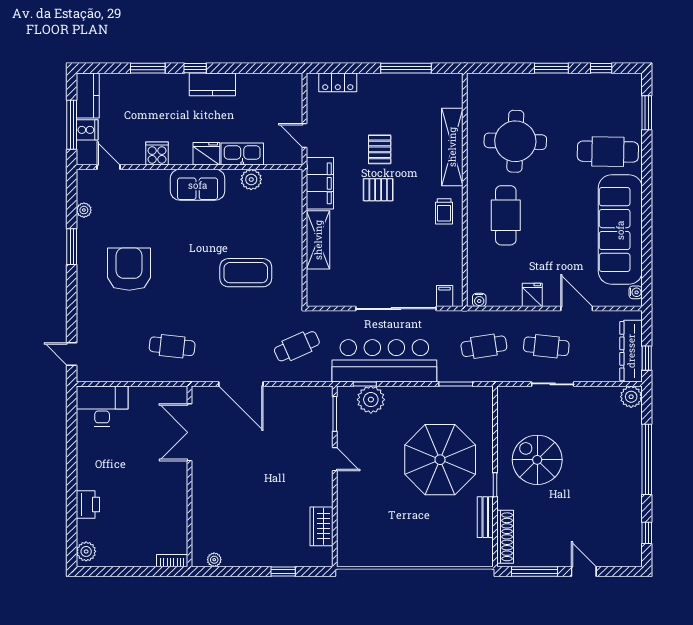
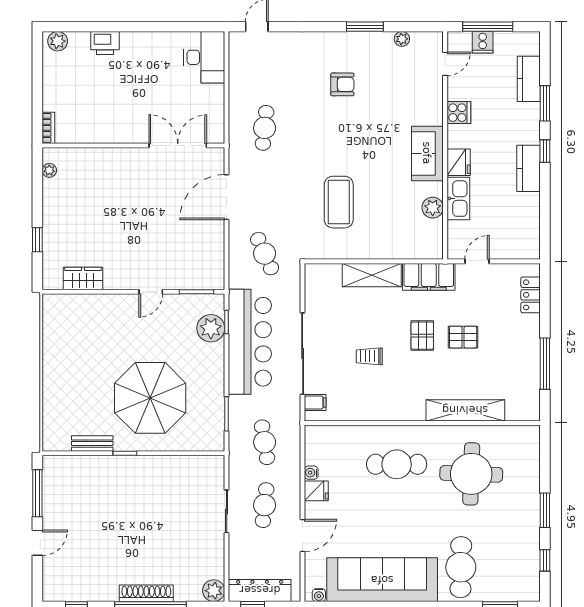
kitchen counter: (88, 96) -> (529, 79), moved, turned 90
trolley: (444, 211) -> (369, 356), moved
armchair: (129, 269) -> (342, 84), width x0.53, depth x0.53
water cooler: (479, 300) -> (311, 473), moved
spiral stairs: (537, 460) -> (150, 496), removed
shoe rack: (505, 537) -> (146, 593), moved, turned 180

